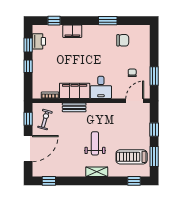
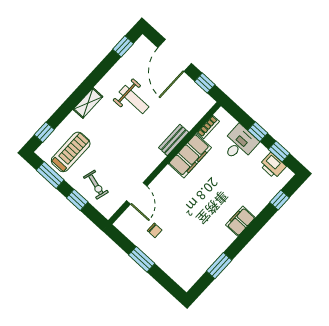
window: (108, 21) -> (219, 266), moved
filing cabinet: (72, 31) -> (240, 221), moved
chair: (123, 40) -> (196, 251), removed
window: (154, 76) -> (142, 259), moved
desk: (101, 87) -> (239, 144), moved, turned 90
door: (135, 101) -> (137, 193), moved
exercise bike: (45, 120) -> (96, 185), moved
weight bench: (95, 143) -> (134, 99), moved

